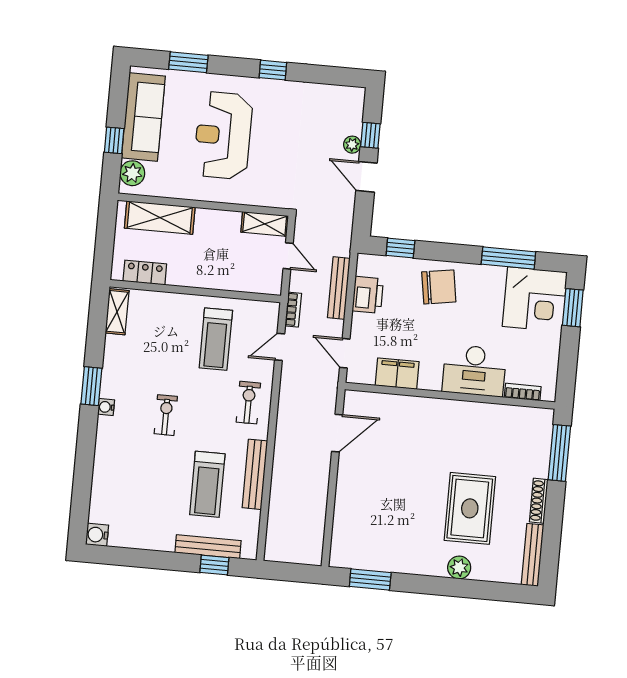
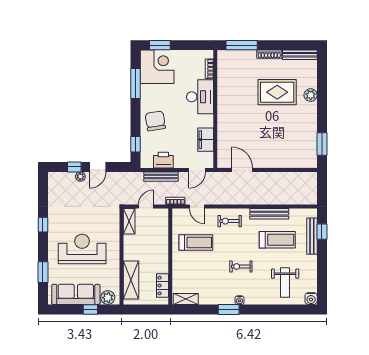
reception desk: (223, 135) -> (82, 249), turned 180
weight bench: (130, 491) -> (285, 283), added

